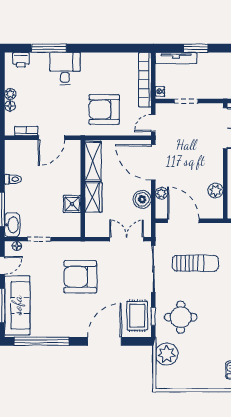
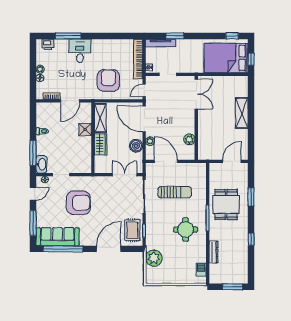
armchair: (104, 110) -> (108, 81), turned 90
shower: (72, 204) -> (85, 129), moved
armchair: (80, 277) -> (78, 203), moved, turned 180
sofa: (17, 305) -> (58, 237), moved, turned -90
round table: (181, 317) -> (186, 230), moved

